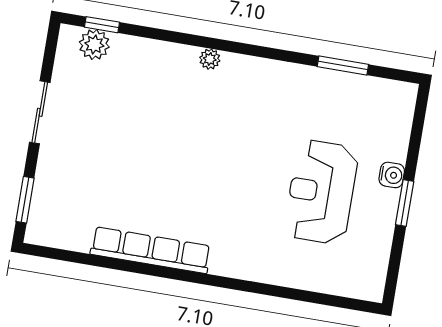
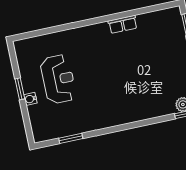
plant: (210, 59) -> (130, 118), removed
row of seats: (151, 250) -> (123, 24), width x0.50

